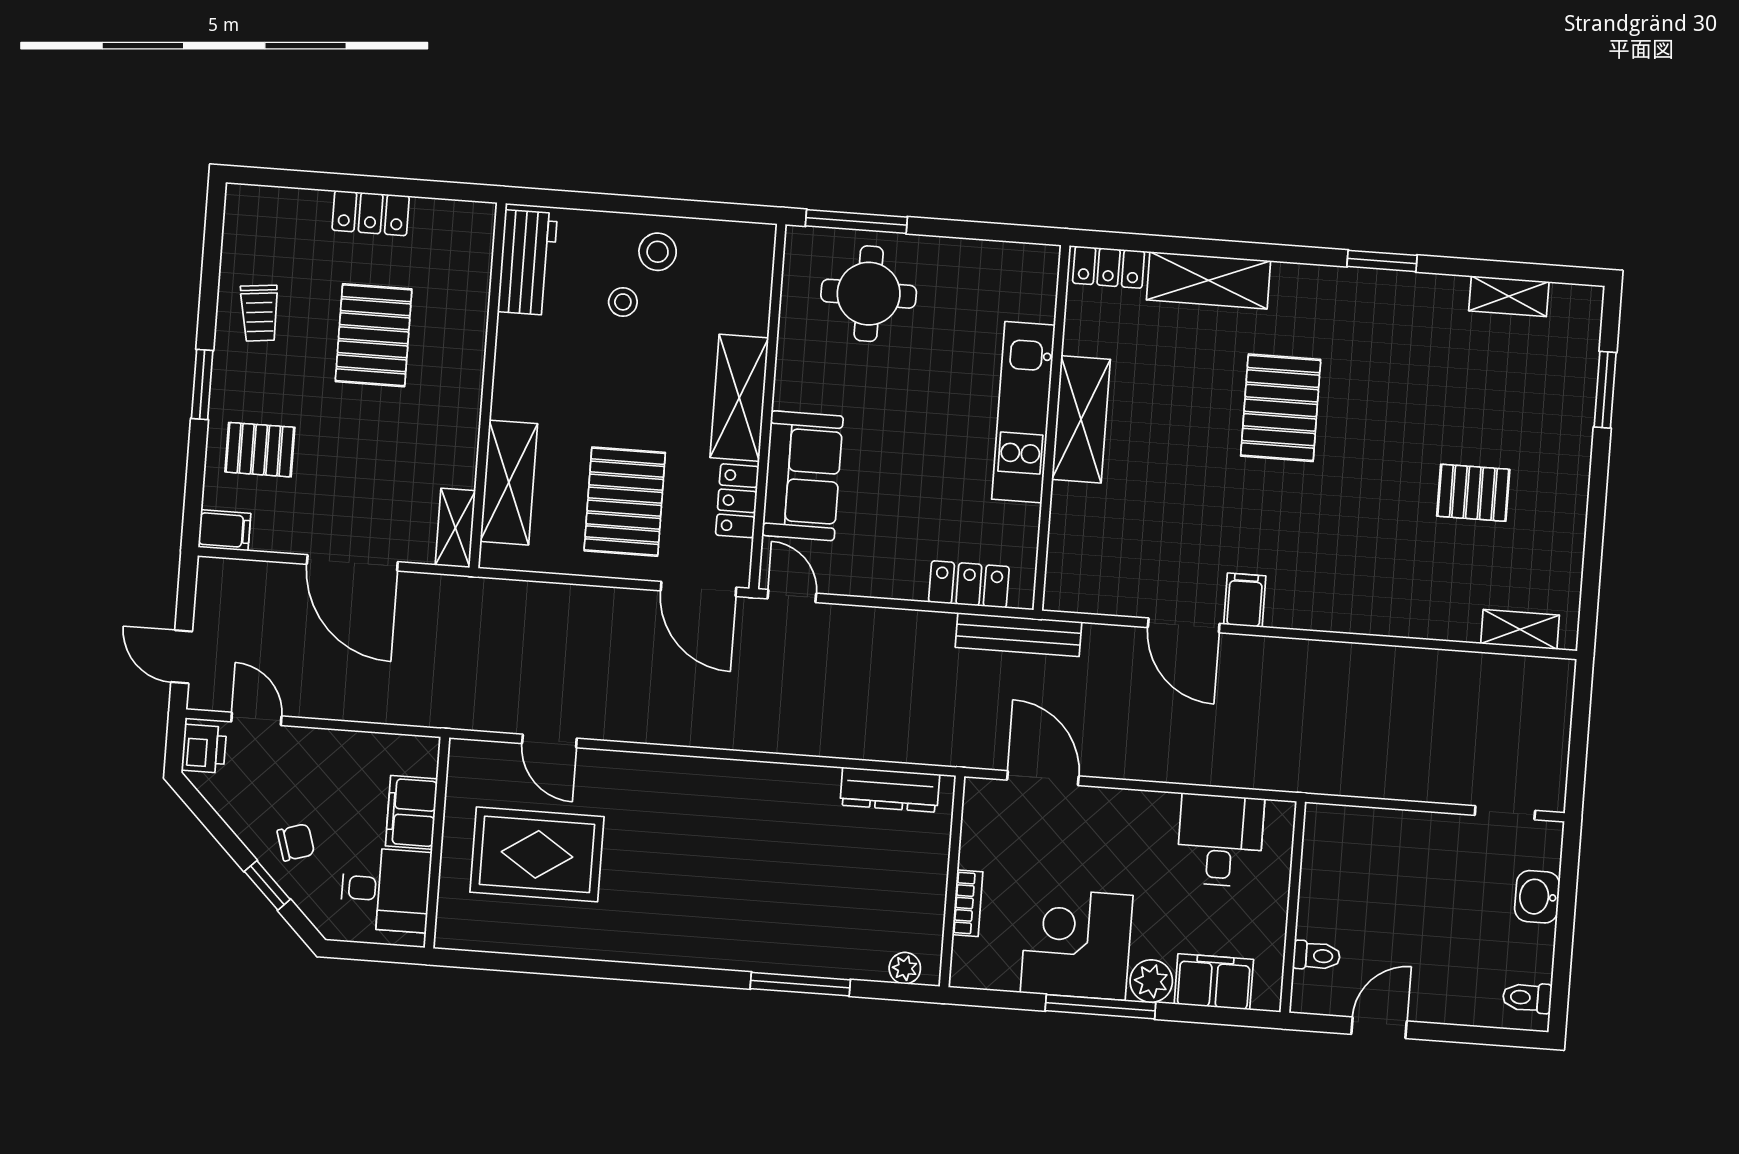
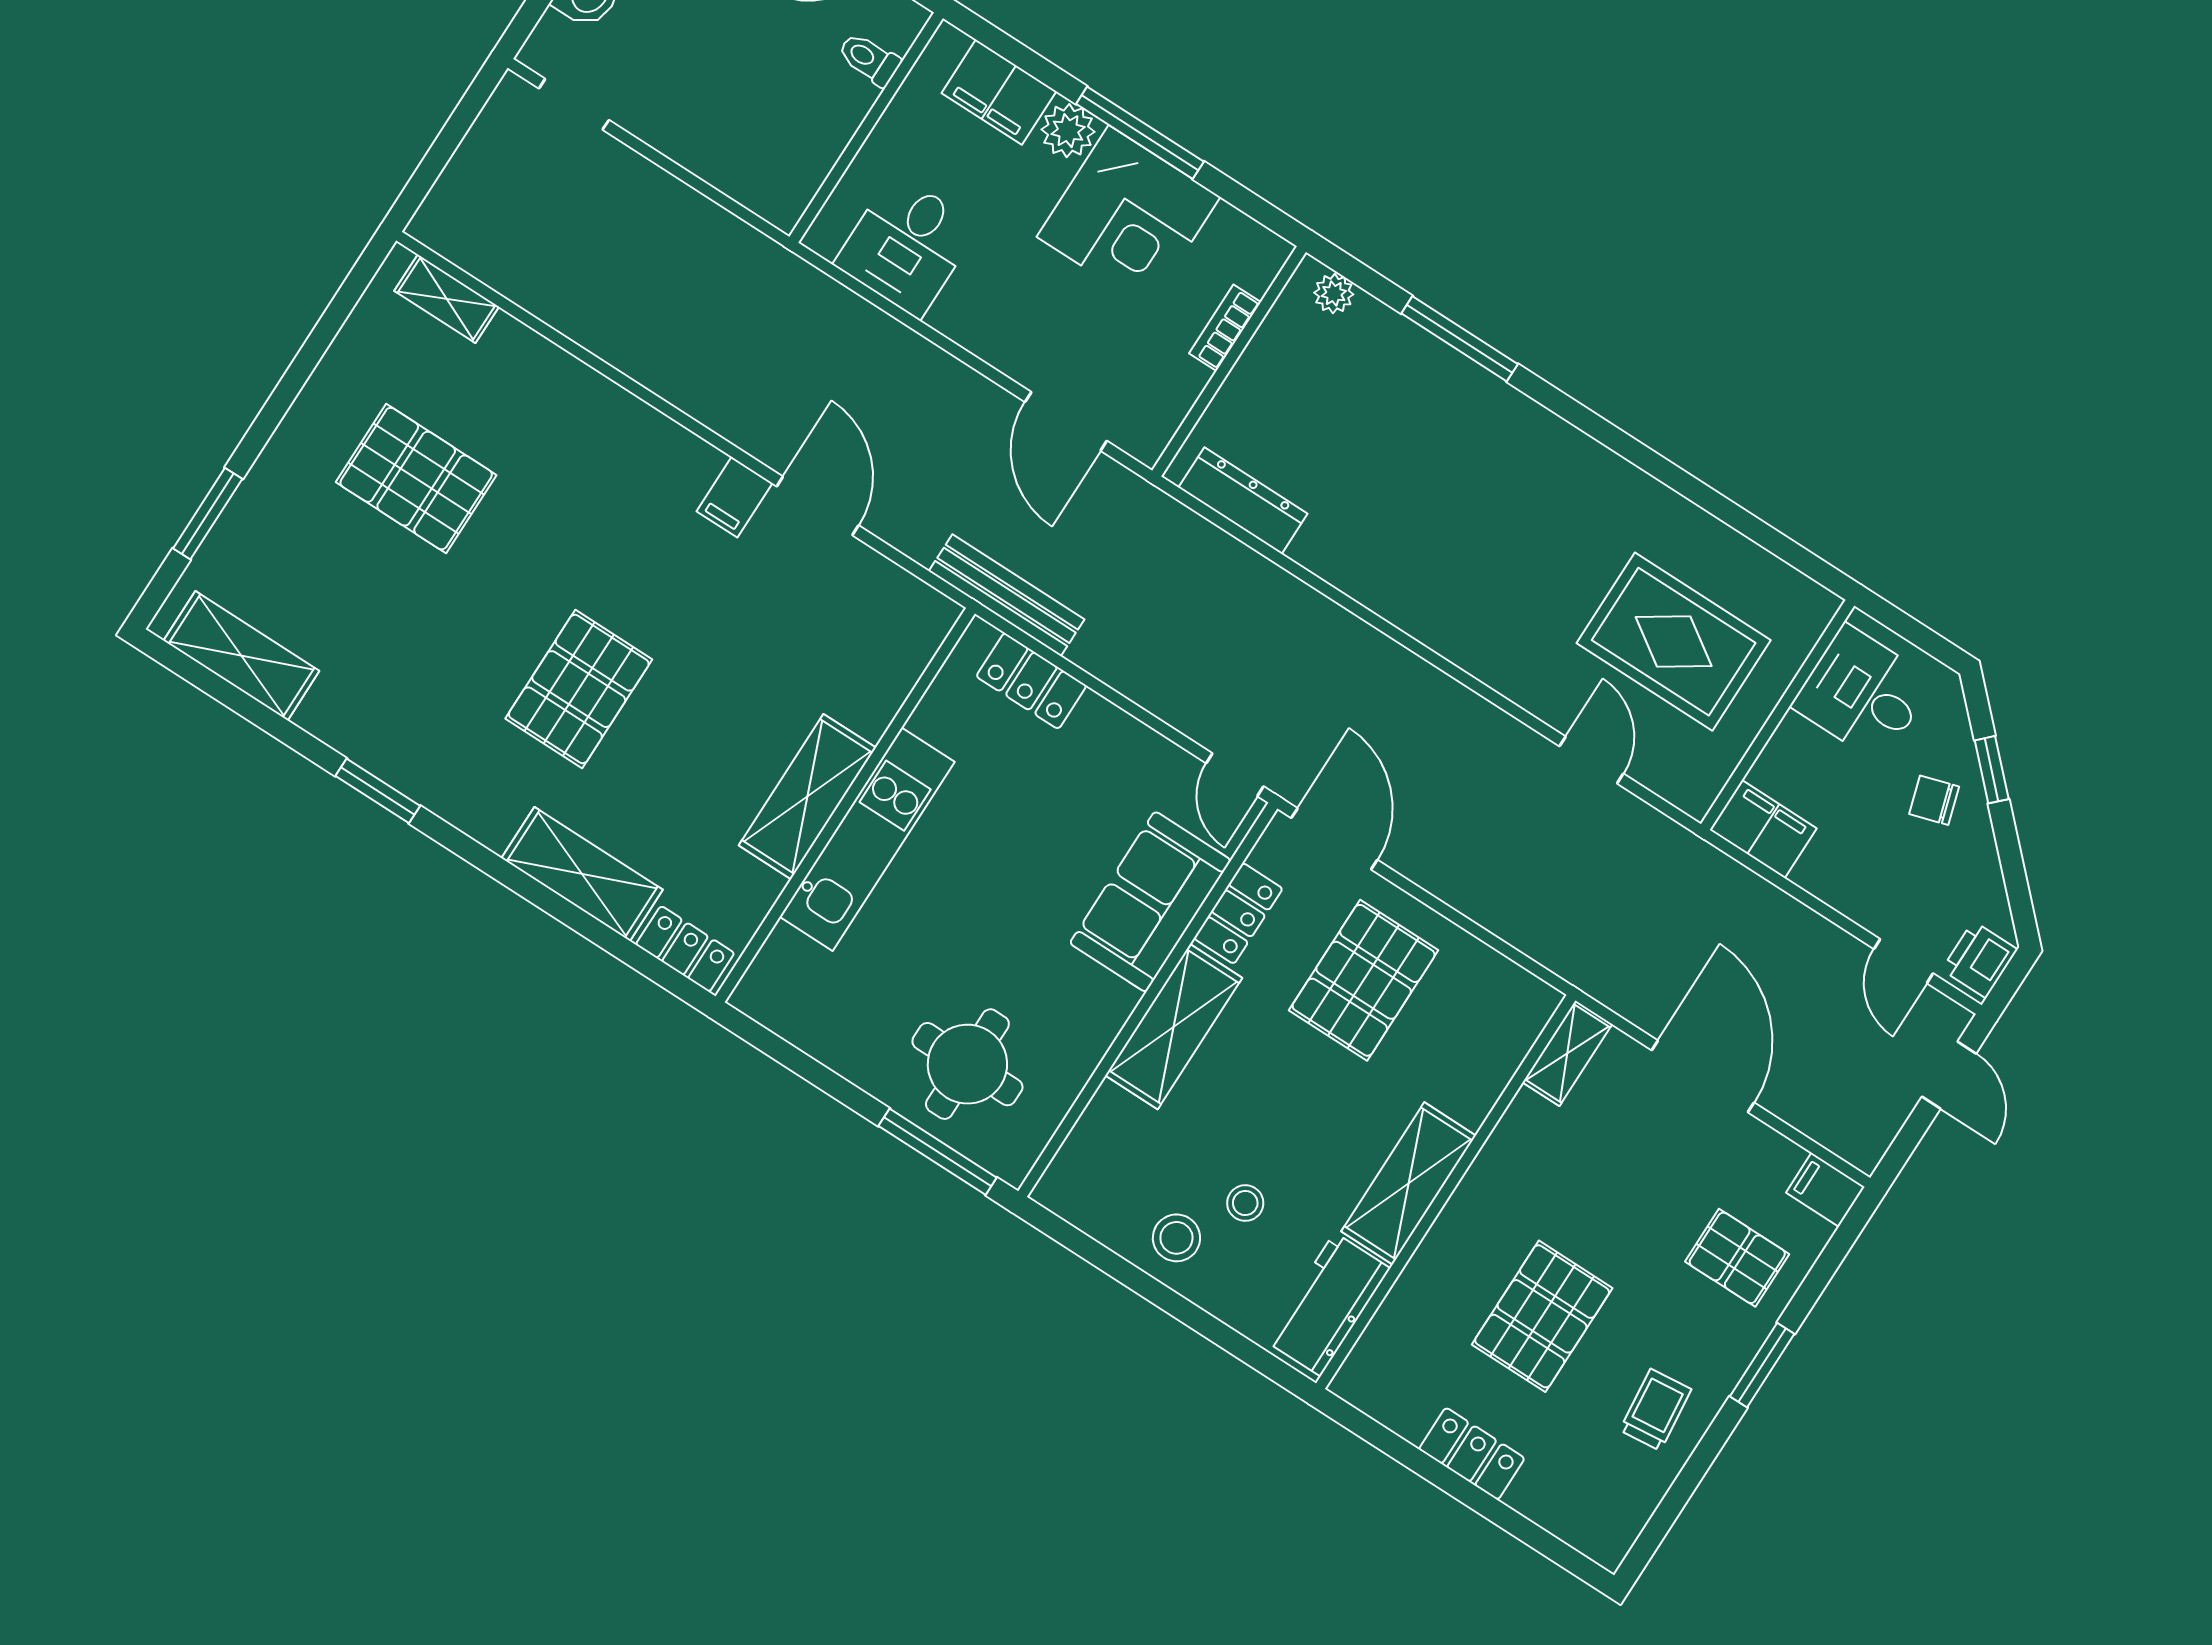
shelving: (1509, 296) -> (241, 656), width x1.50, depth x1.33
shelving: (509, 483) -> (1409, 1183), moved
pallet: (1473, 493) -> (416, 479), width x1.50, depth x1.42
filing cabinet: (411, 812) -> (1763, 829), moved, turned -90

